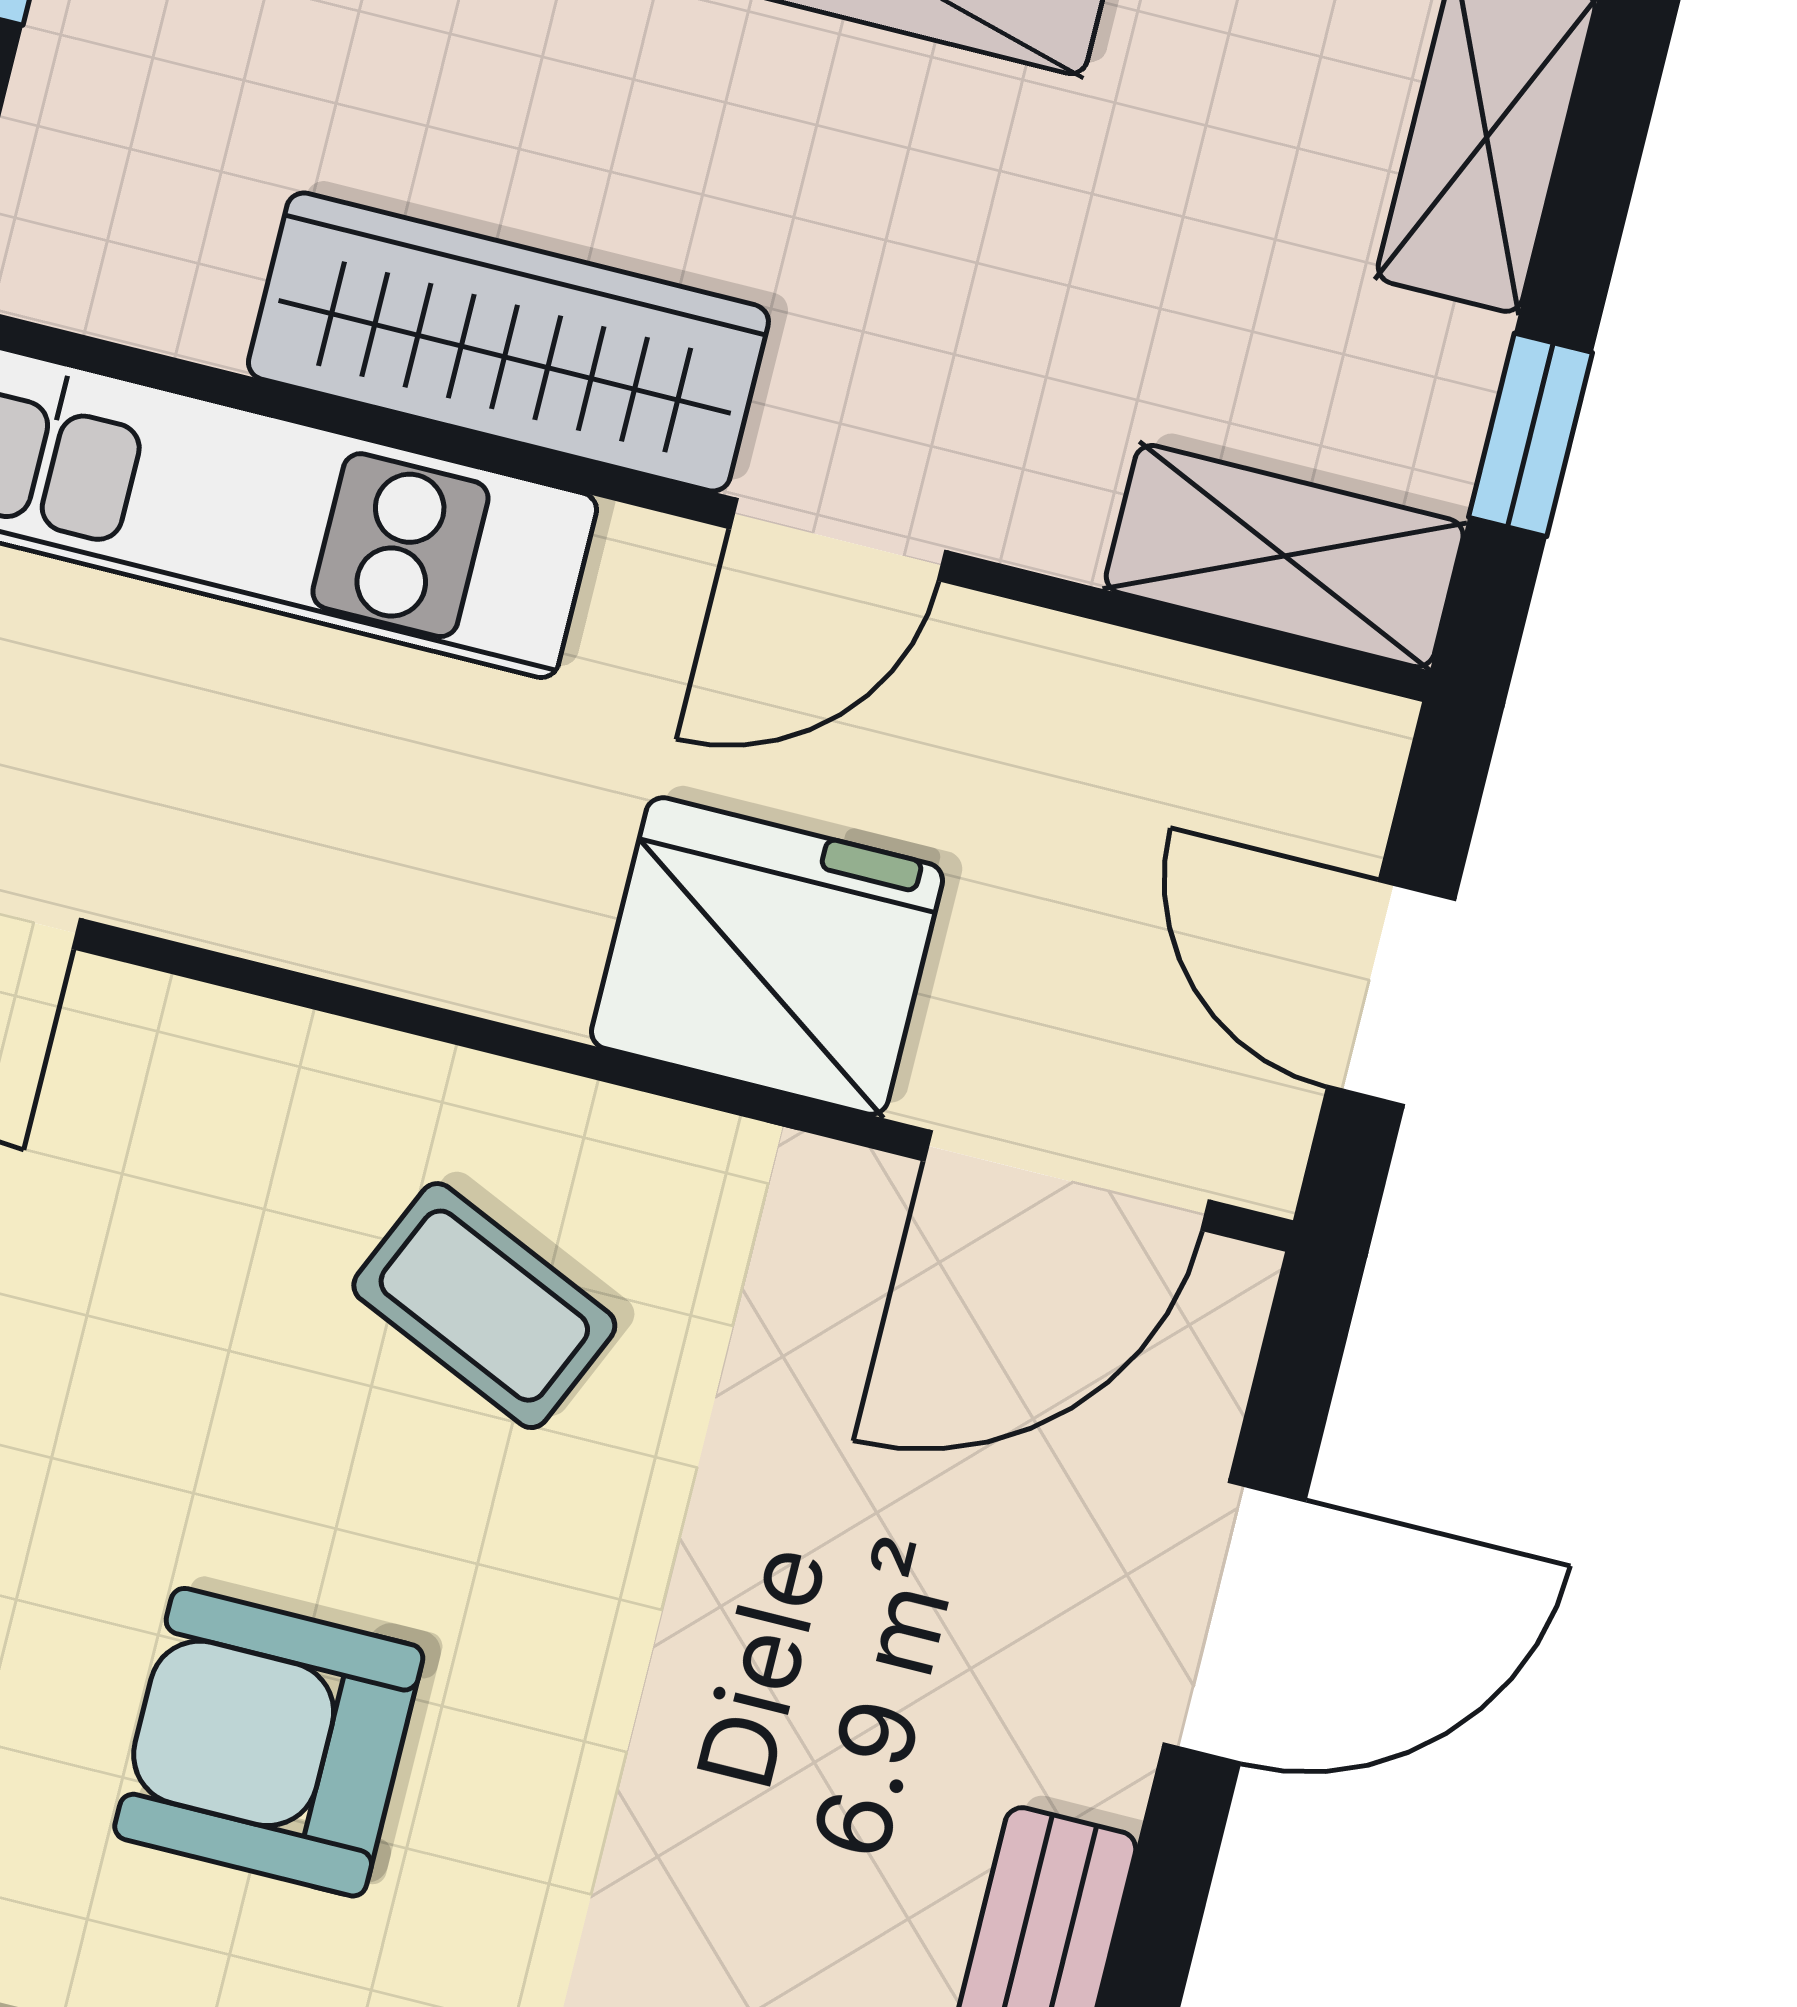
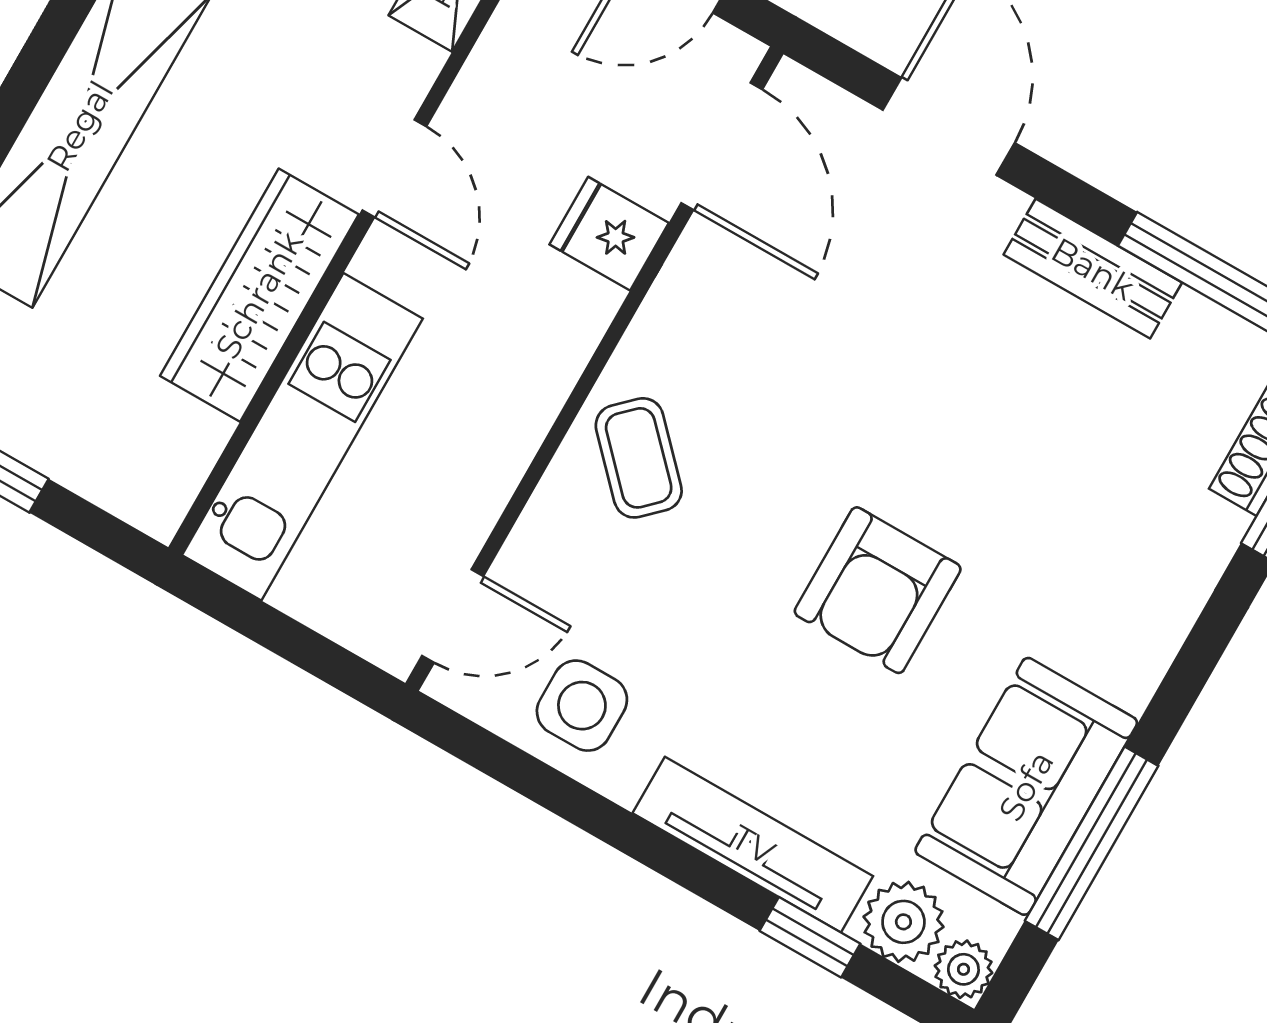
fridge: (767, 956) -> (609, 234), width x0.53, depth x0.75
coffee table: (484, 1306) -> (639, 458), moved, turned -68

